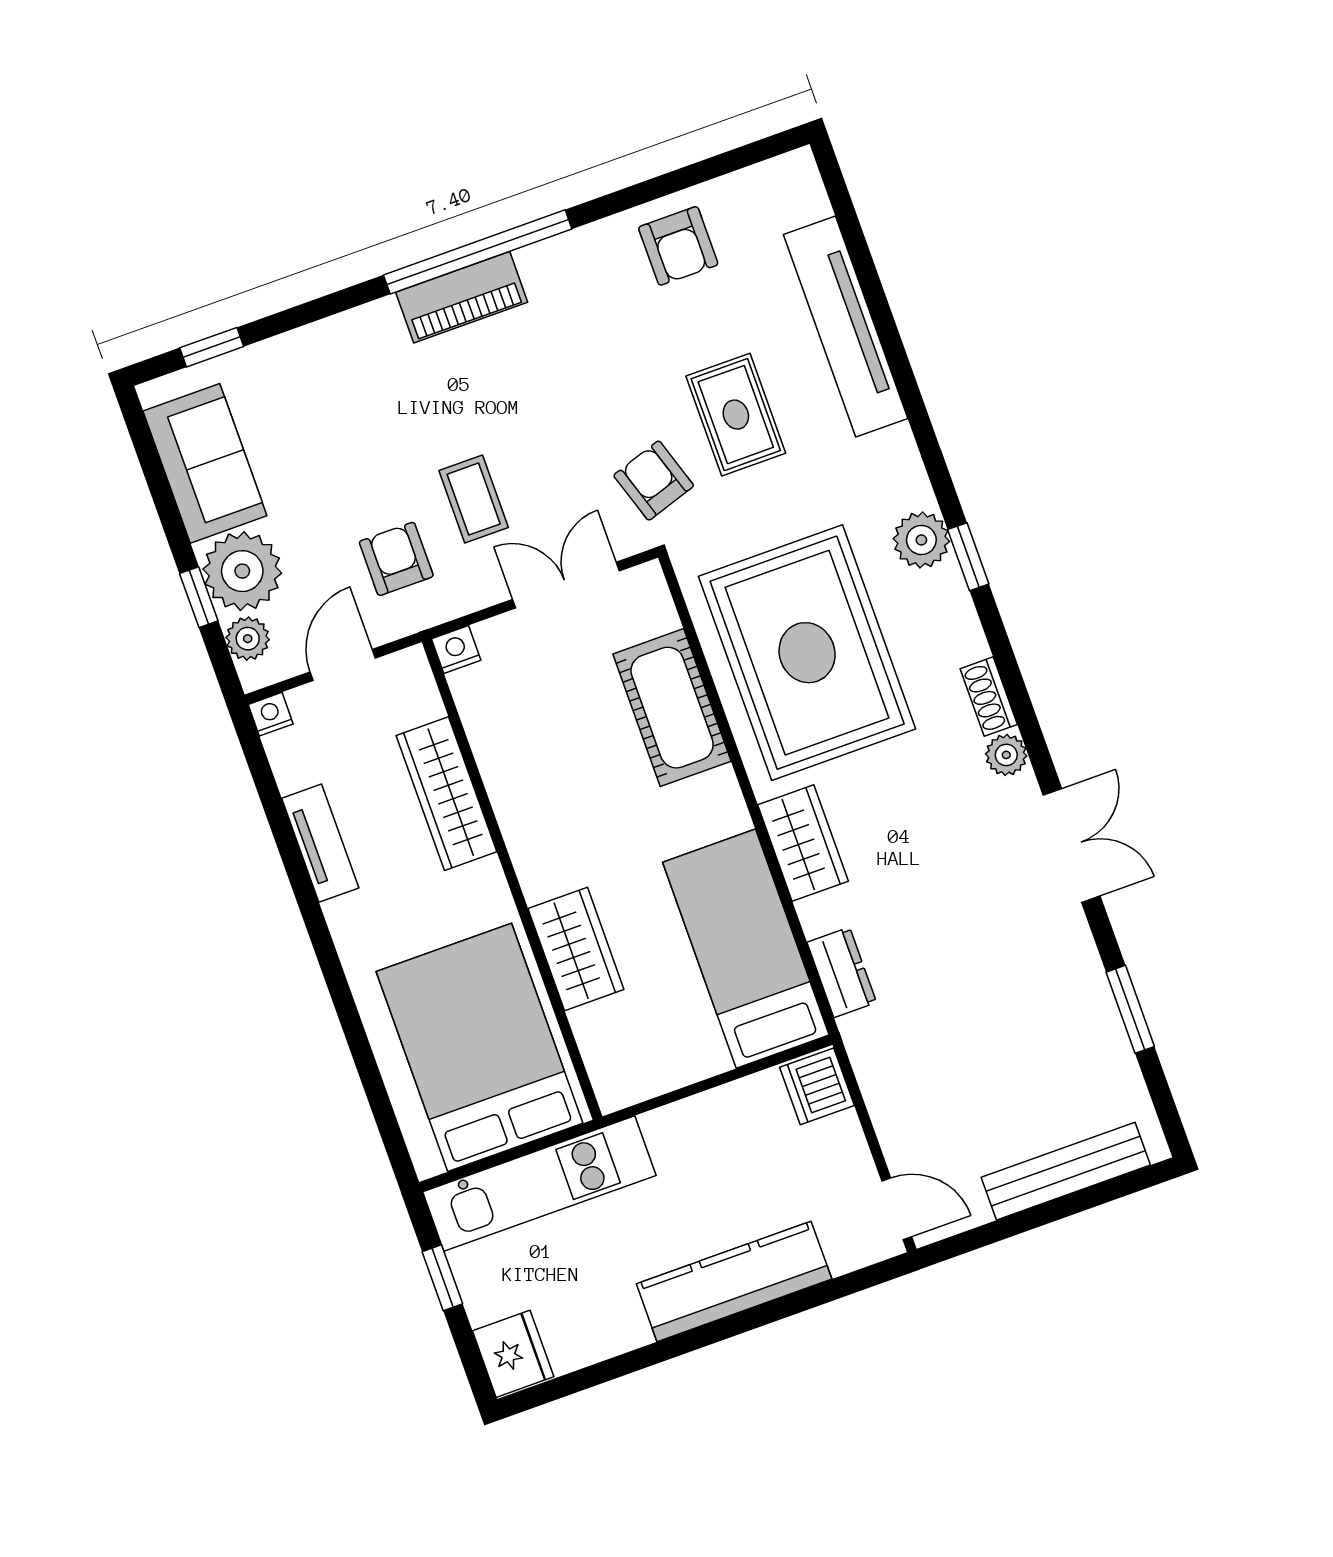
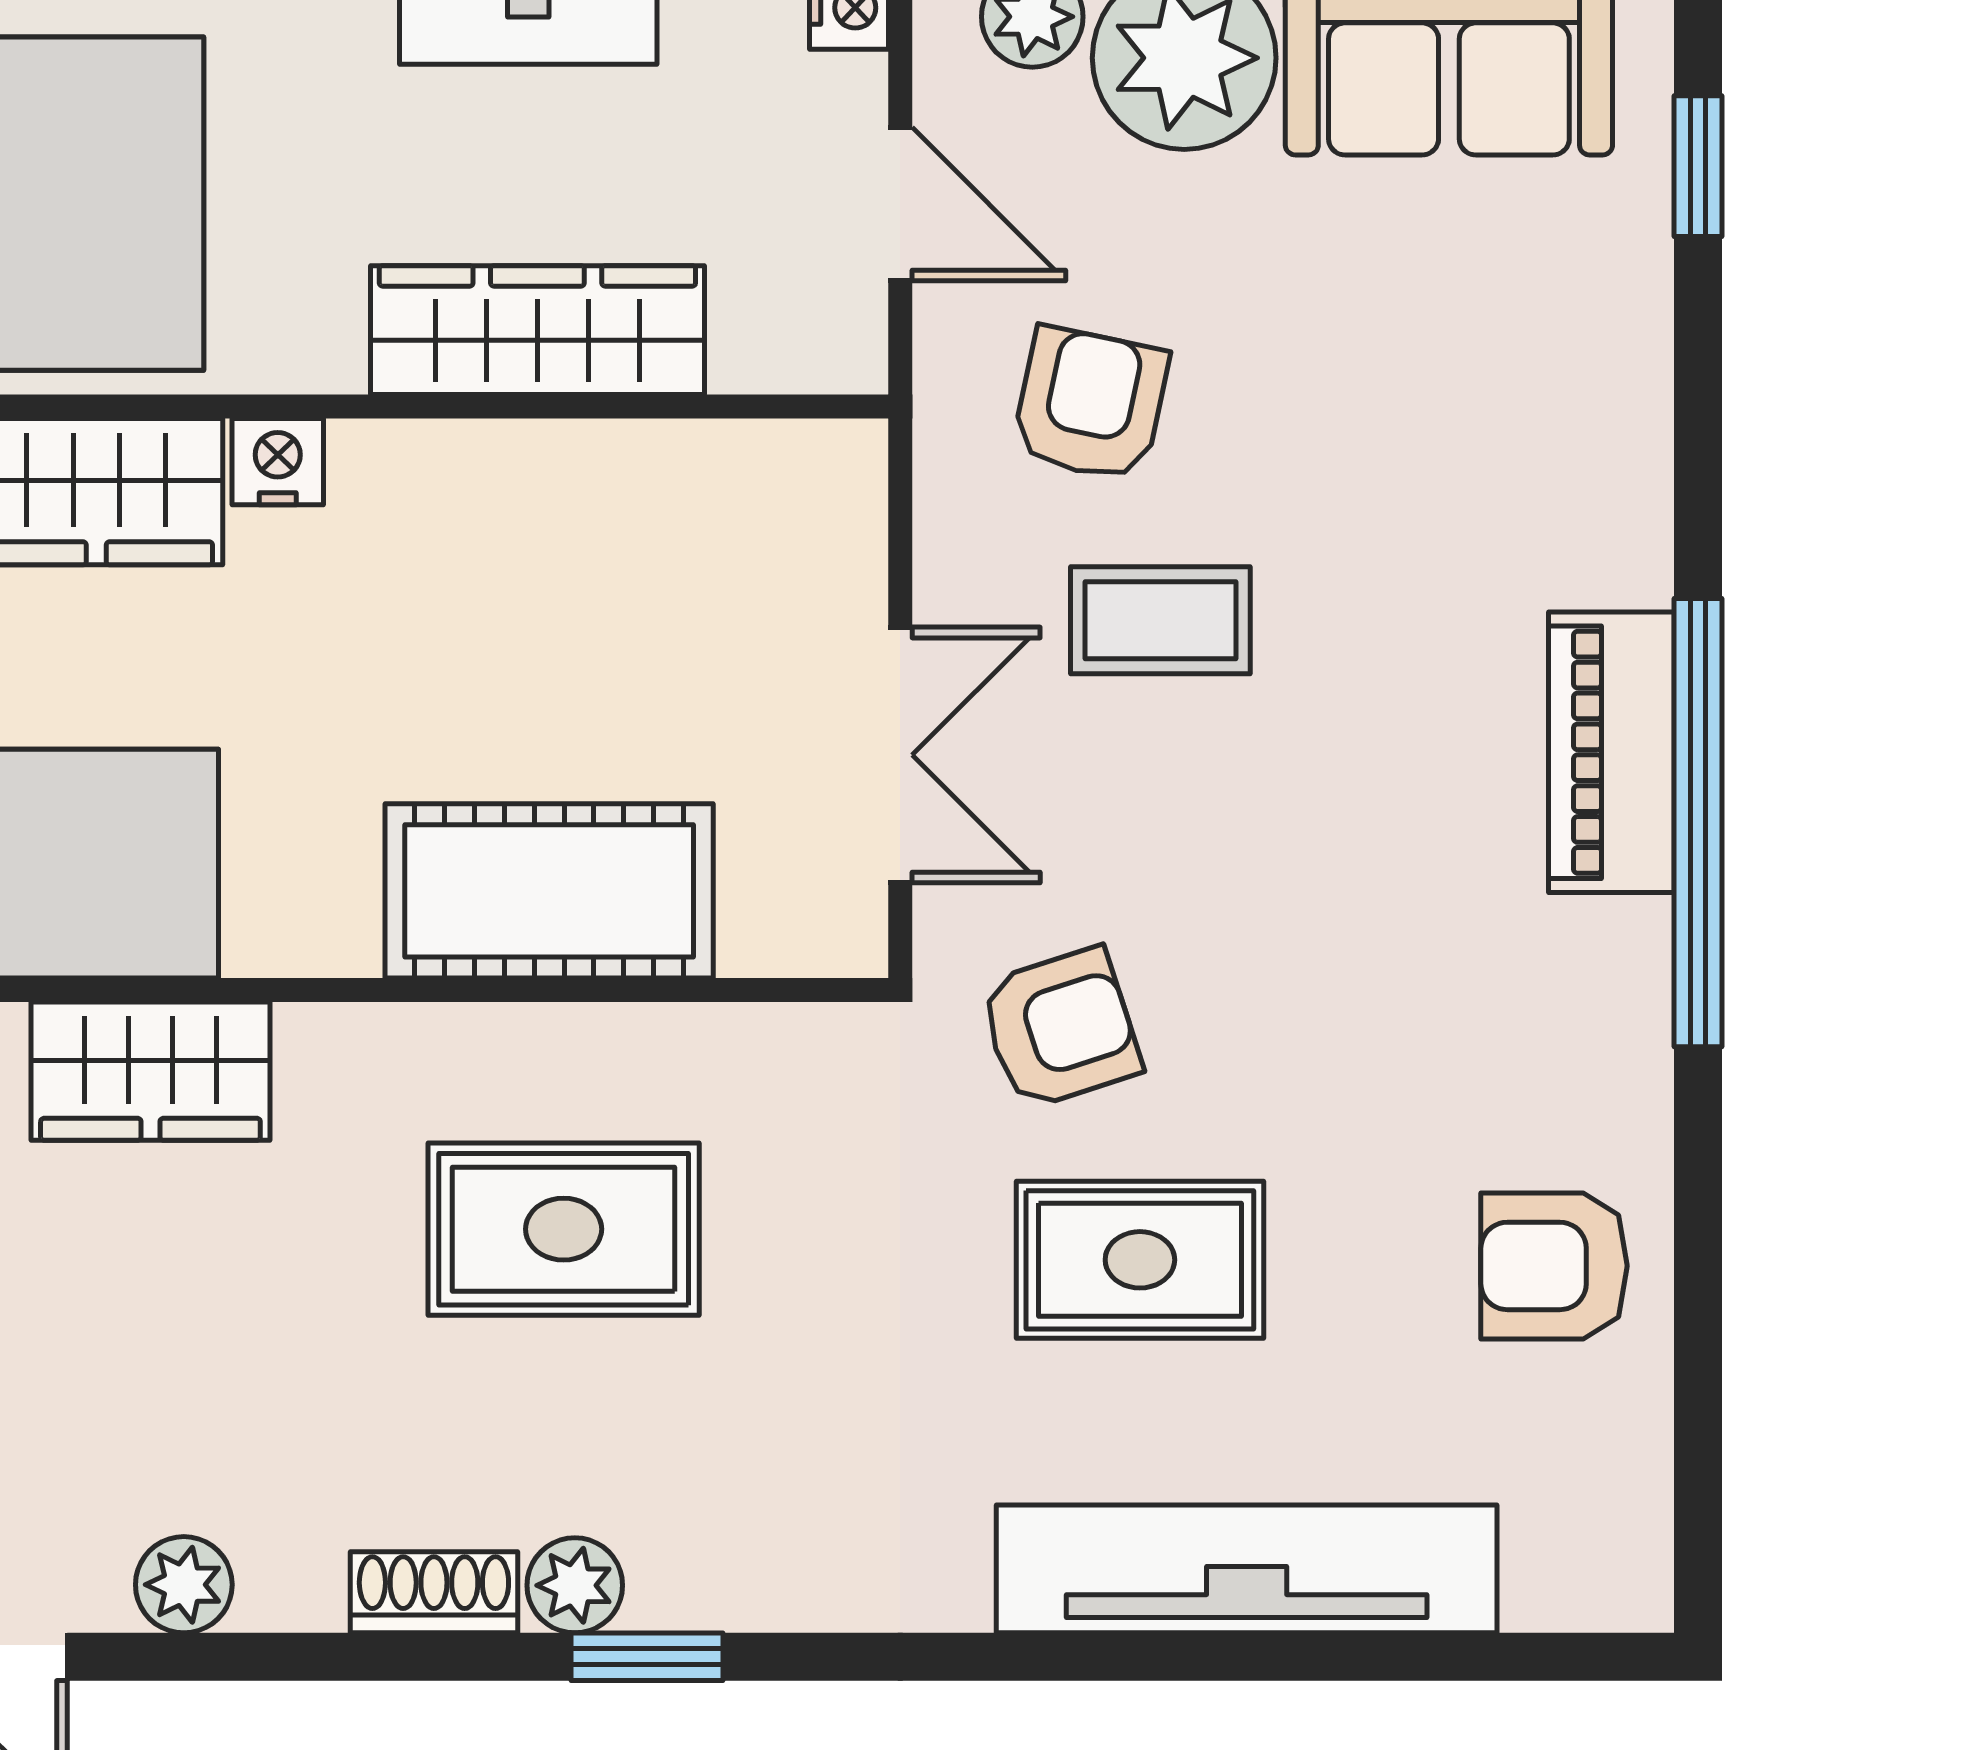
plant: (921, 540) -> (575, 1585), moved, width x0.73, depth x0.73
armchair: (396, 559) -> (1090, 404), turned -78
nightstand: (456, 650) -> (278, 462), moved, turned -90
rug: (807, 653) -> (564, 1229), width x0.54, depth x0.49
shoe rack: (989, 697) -> (434, 1592), moved

